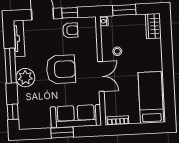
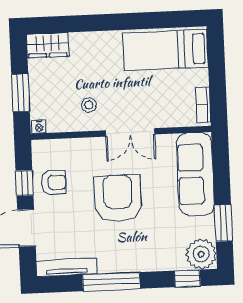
armchair: (70, 30) -> (54, 182), turned 90
double door: (101, 76) -> (130, 132), swing flipped
plant: (25, 78) -> (201, 254), moved
window: (62, 133) -> (223, 223), moved

